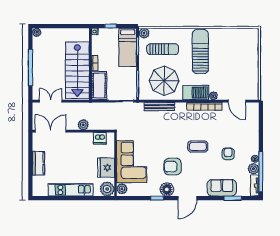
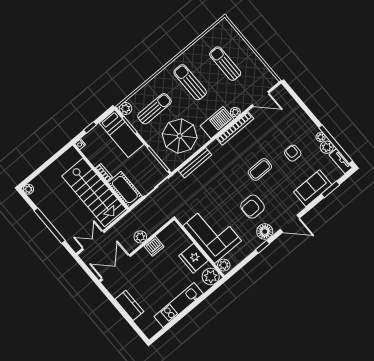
sun lounger: (200, 52) -> (190, 82), width x0.73, depth x0.75
sun lounger: (233, 59) -> (225, 64), added
dishwasher: (100, 138) -> (154, 246), moved
door: (187, 198) -> (290, 224), hinge flipped

